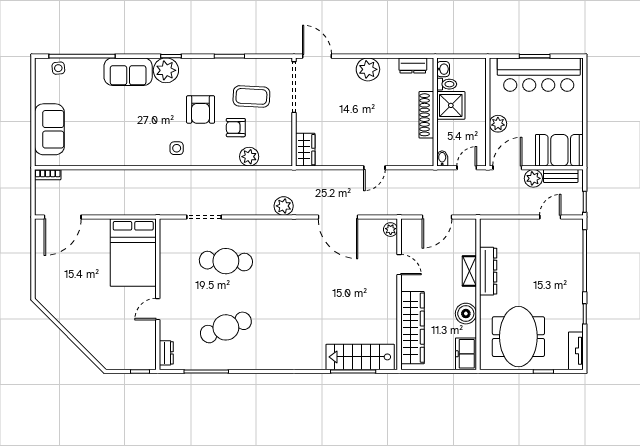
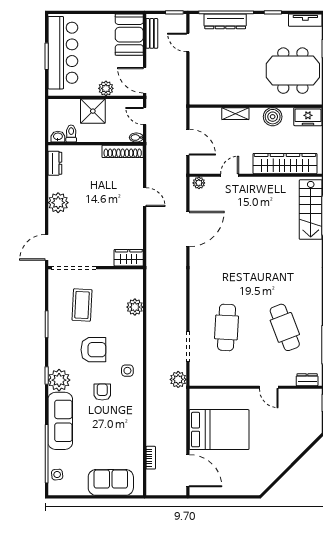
sofa: (128, 72) -> (60, 421), width x1.36
shower: (451, 105) -> (93, 111), moved
shoe rack: (426, 115) -> (123, 151), moved
armchair: (236, 128) -> (102, 392), moved, turned 180
bookcase: (48, 175) -> (151, 458), moved
plant: (533, 178) -> (154, 57), removed
plant: (284, 206) -> (178, 379), moved
bed: (133, 253) -> (219, 430), moved
dresser: (488, 271) -> (225, 21), moved, turned 180

